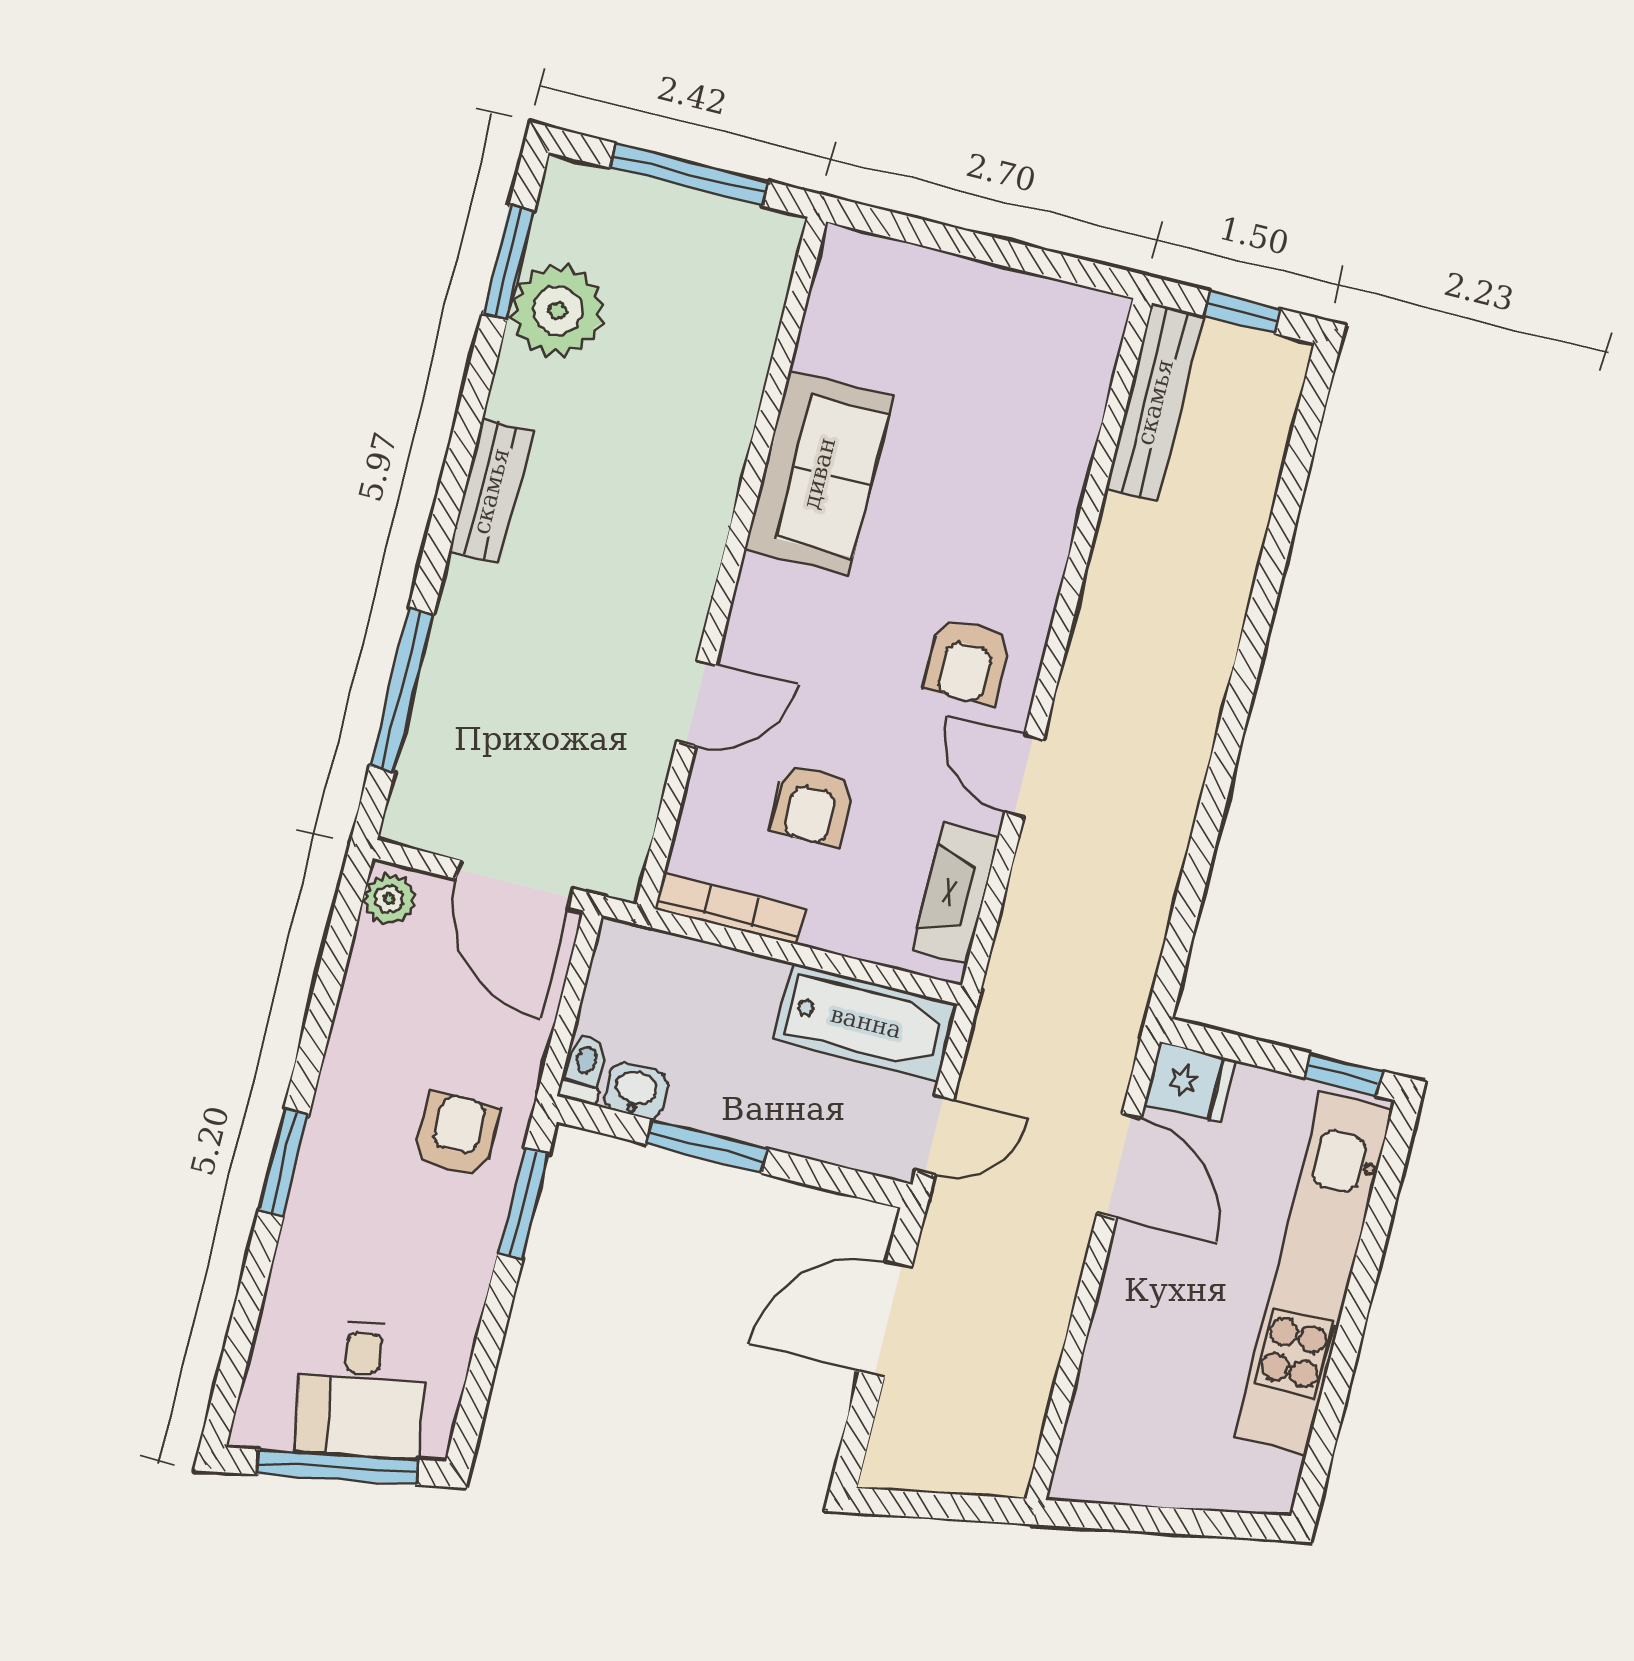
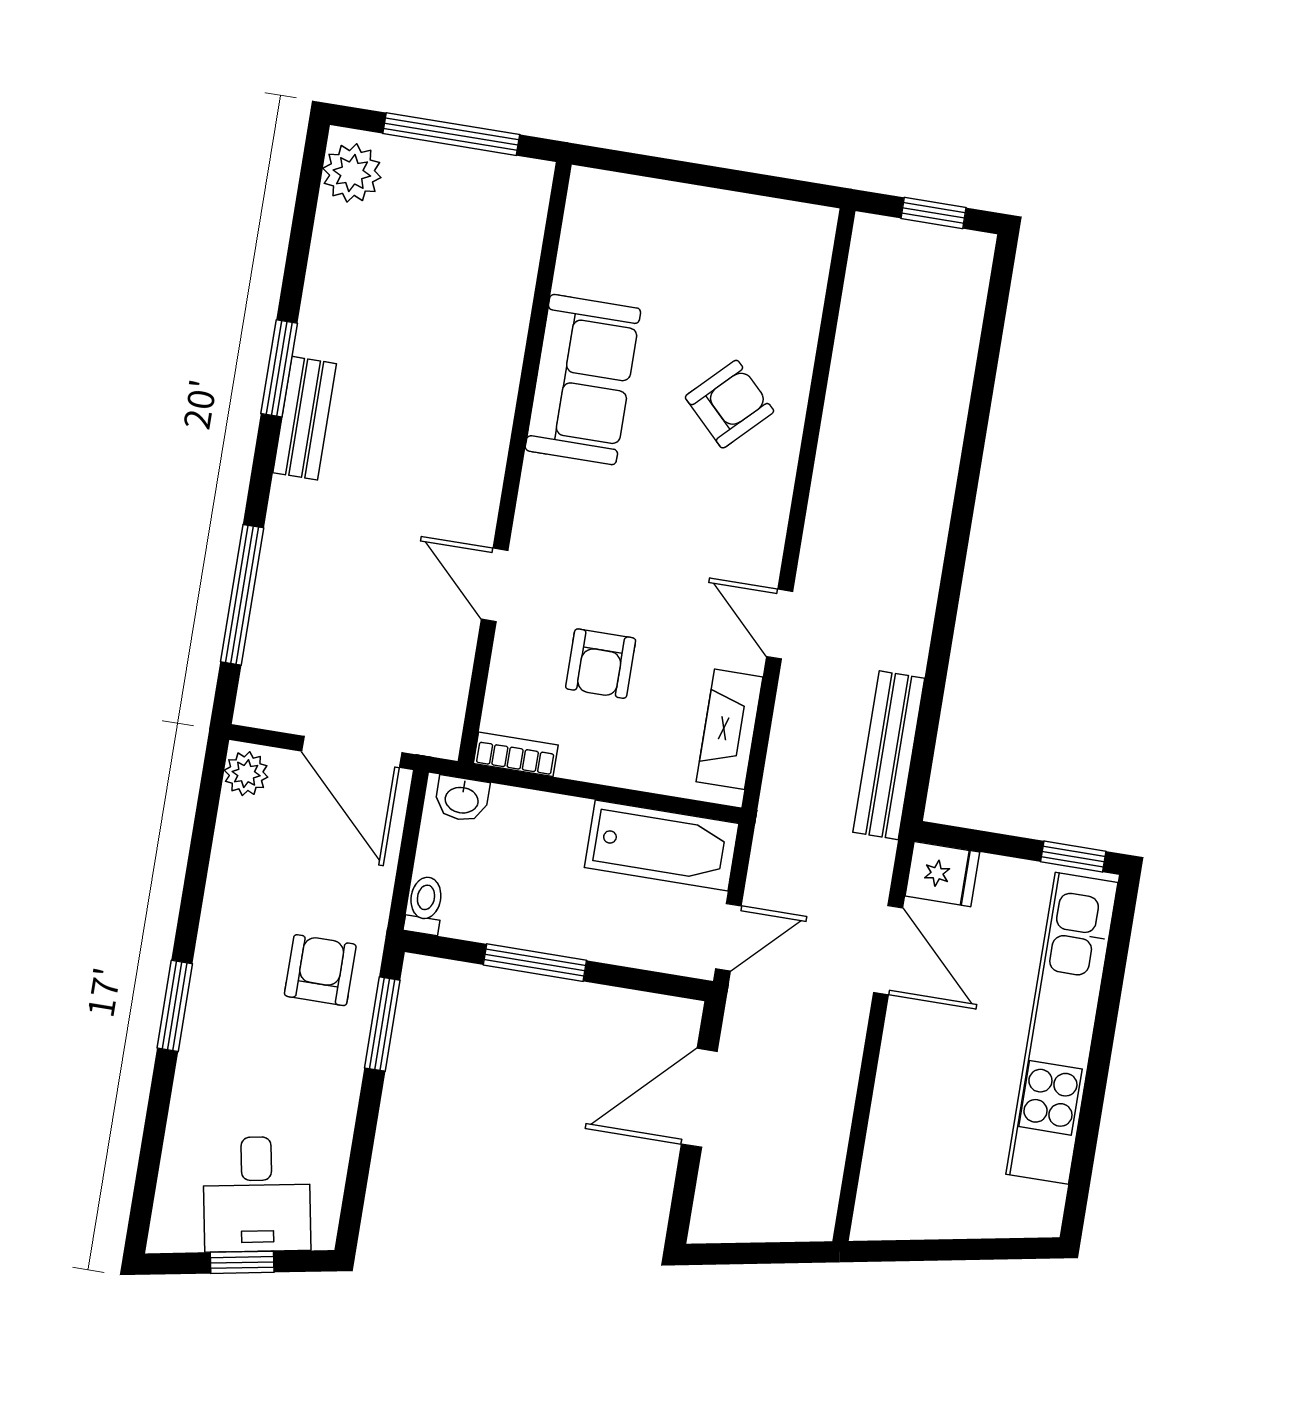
window: (508, 263) -> (279, 368), moved
plant: (558, 311) -> (352, 173), moved, width x0.73, depth x0.73
bench: (1155, 402) -> (889, 755), moved
armchair: (967, 661) -> (729, 404), moved, turned -135
door: (696, 703) -> (495, 585), swing flipped
bookcase: (730, 909) -> (516, 754), width x0.64
washbasin: (636, 1091) -> (462, 799), moved, turned 180
window: (338, 1467) -> (242, 1262), width x0.46

